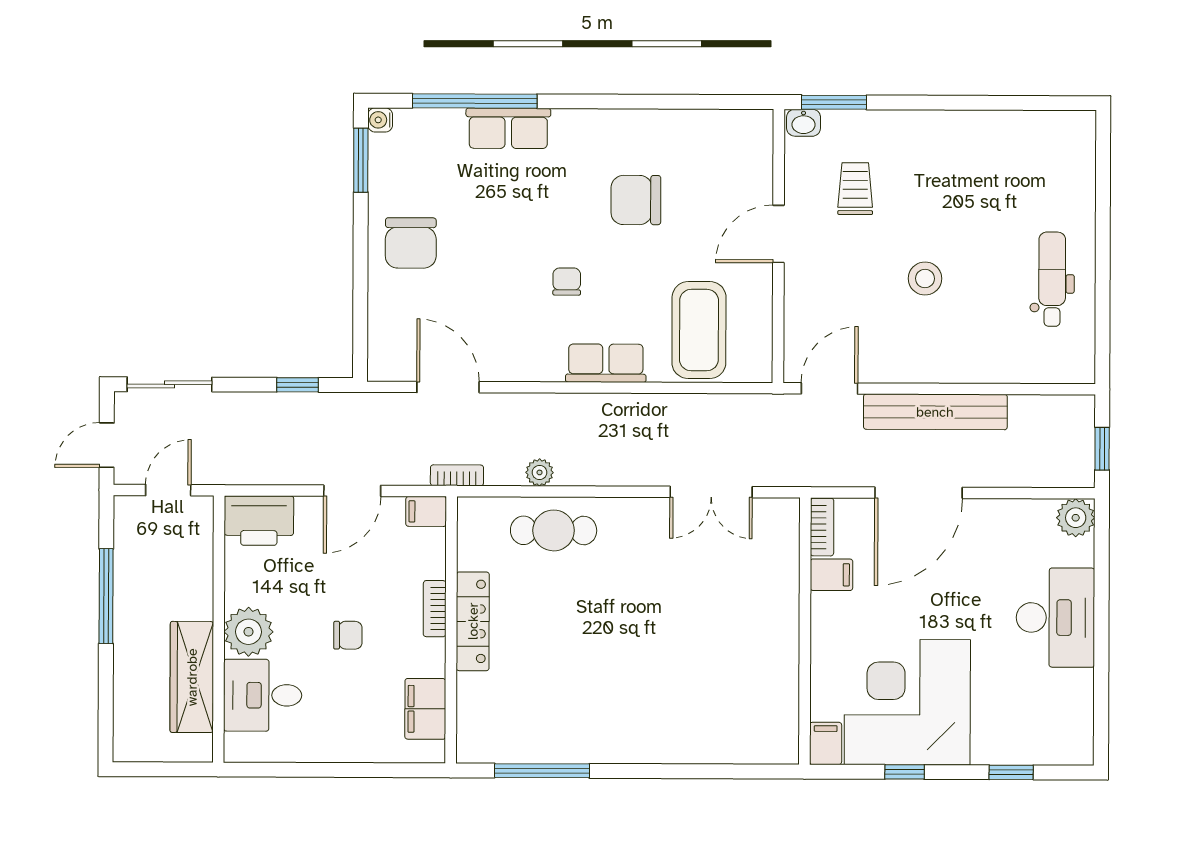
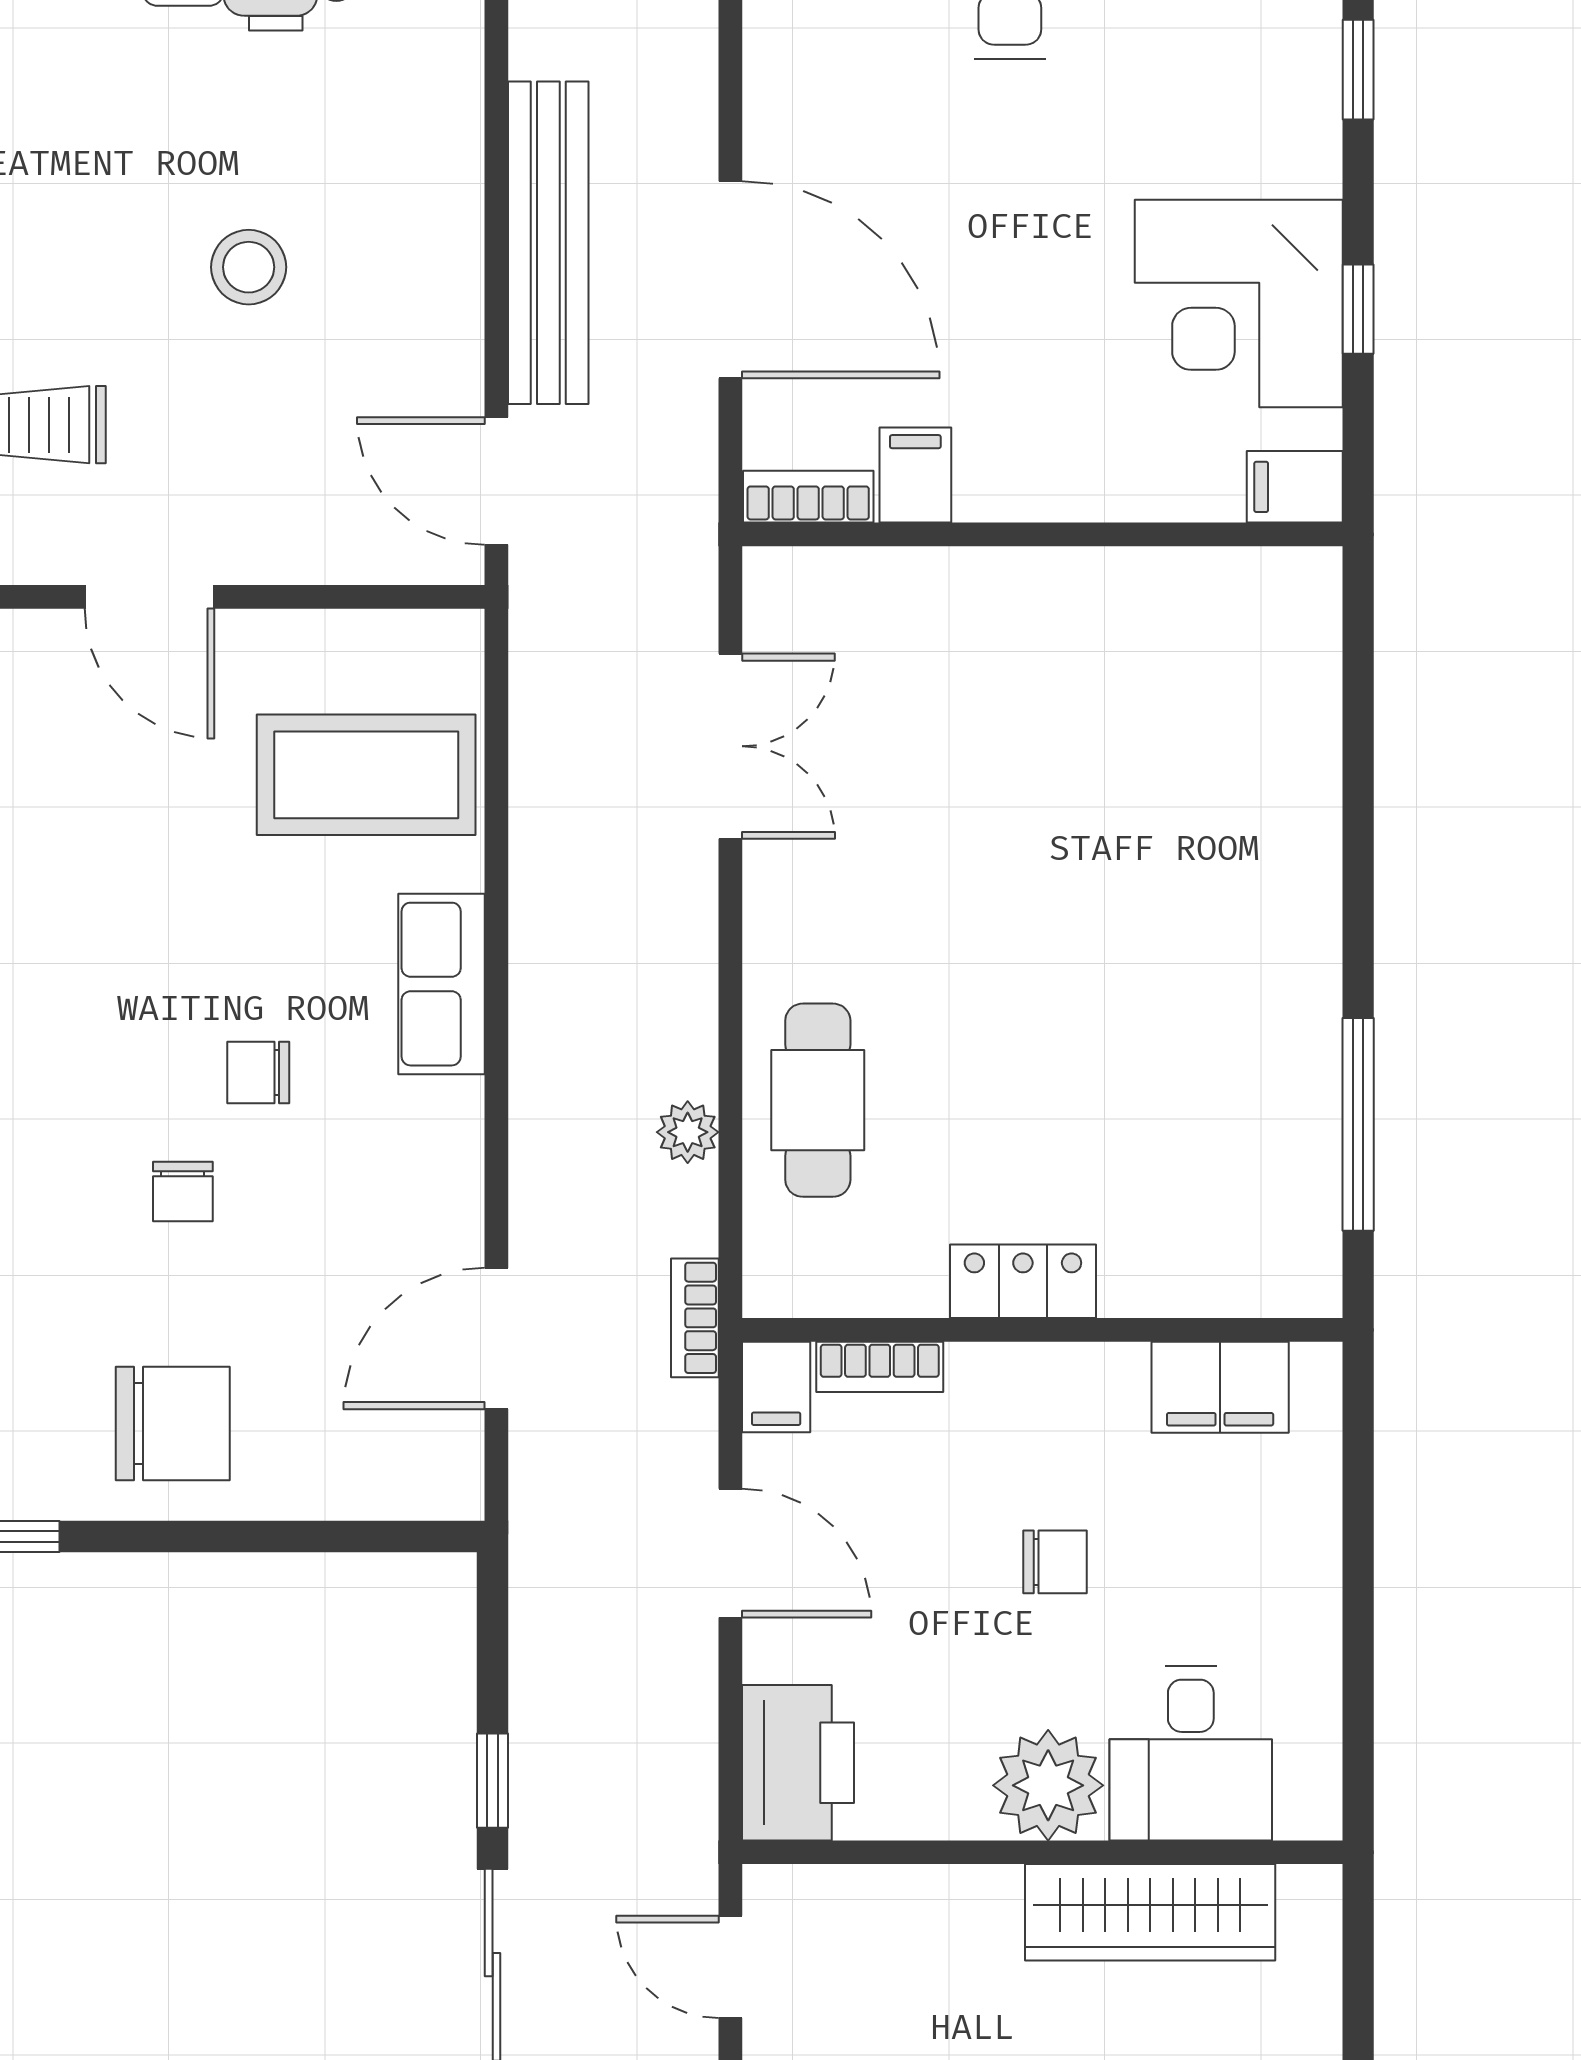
chair: (636, 200) -> (183, 1192), moved, width x0.54, depth x0.54
window: (298, 385) -> (493, 1781), moved
bookcase: (435, 609) -> (880, 1367), moved
locker: (473, 621) -> (1023, 1281), width x0.66
chair: (348, 635) -> (1055, 1562), turned 90
corner desk: (907, 702) -> (1239, 304), width x0.74, depth x0.74

